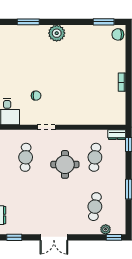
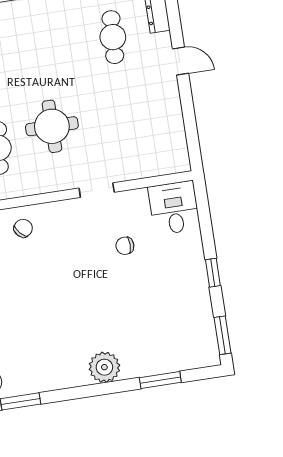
chair: (88, 113) -> (23, 228), added
cafe table: (26, 157) -> (113, 37), moved

